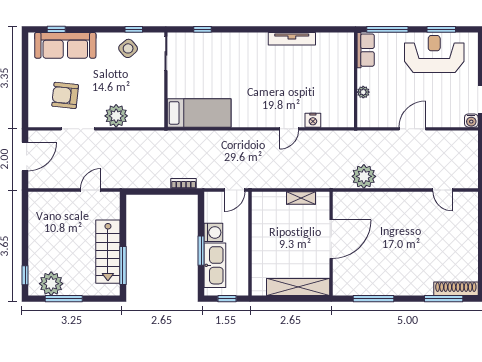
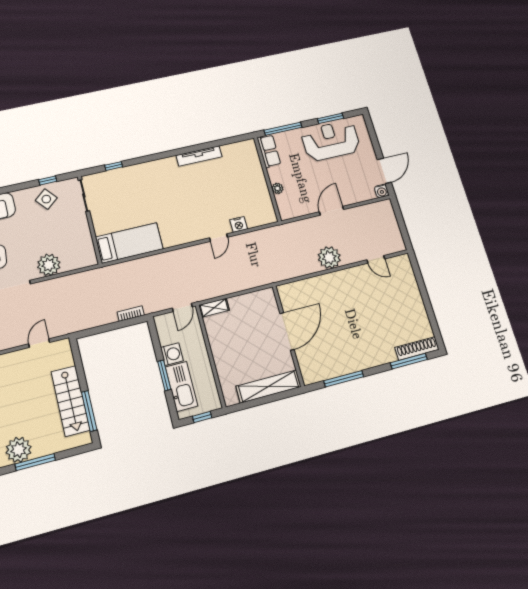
plant: (364, 176) -> (329, 258), moved
shelving: (301, 198) -> (214, 308), moved

